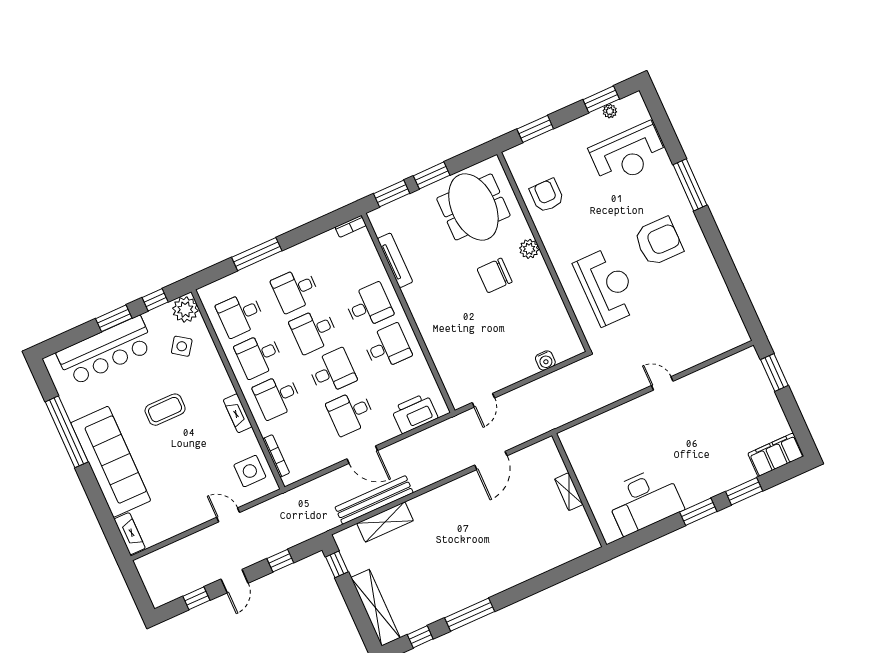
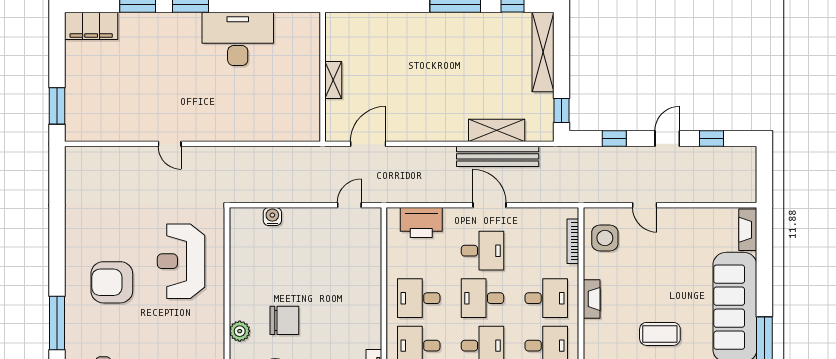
wall: (579, 490) -> (323, 77), moved
shelving: (569, 492) -> (333, 80), moved

